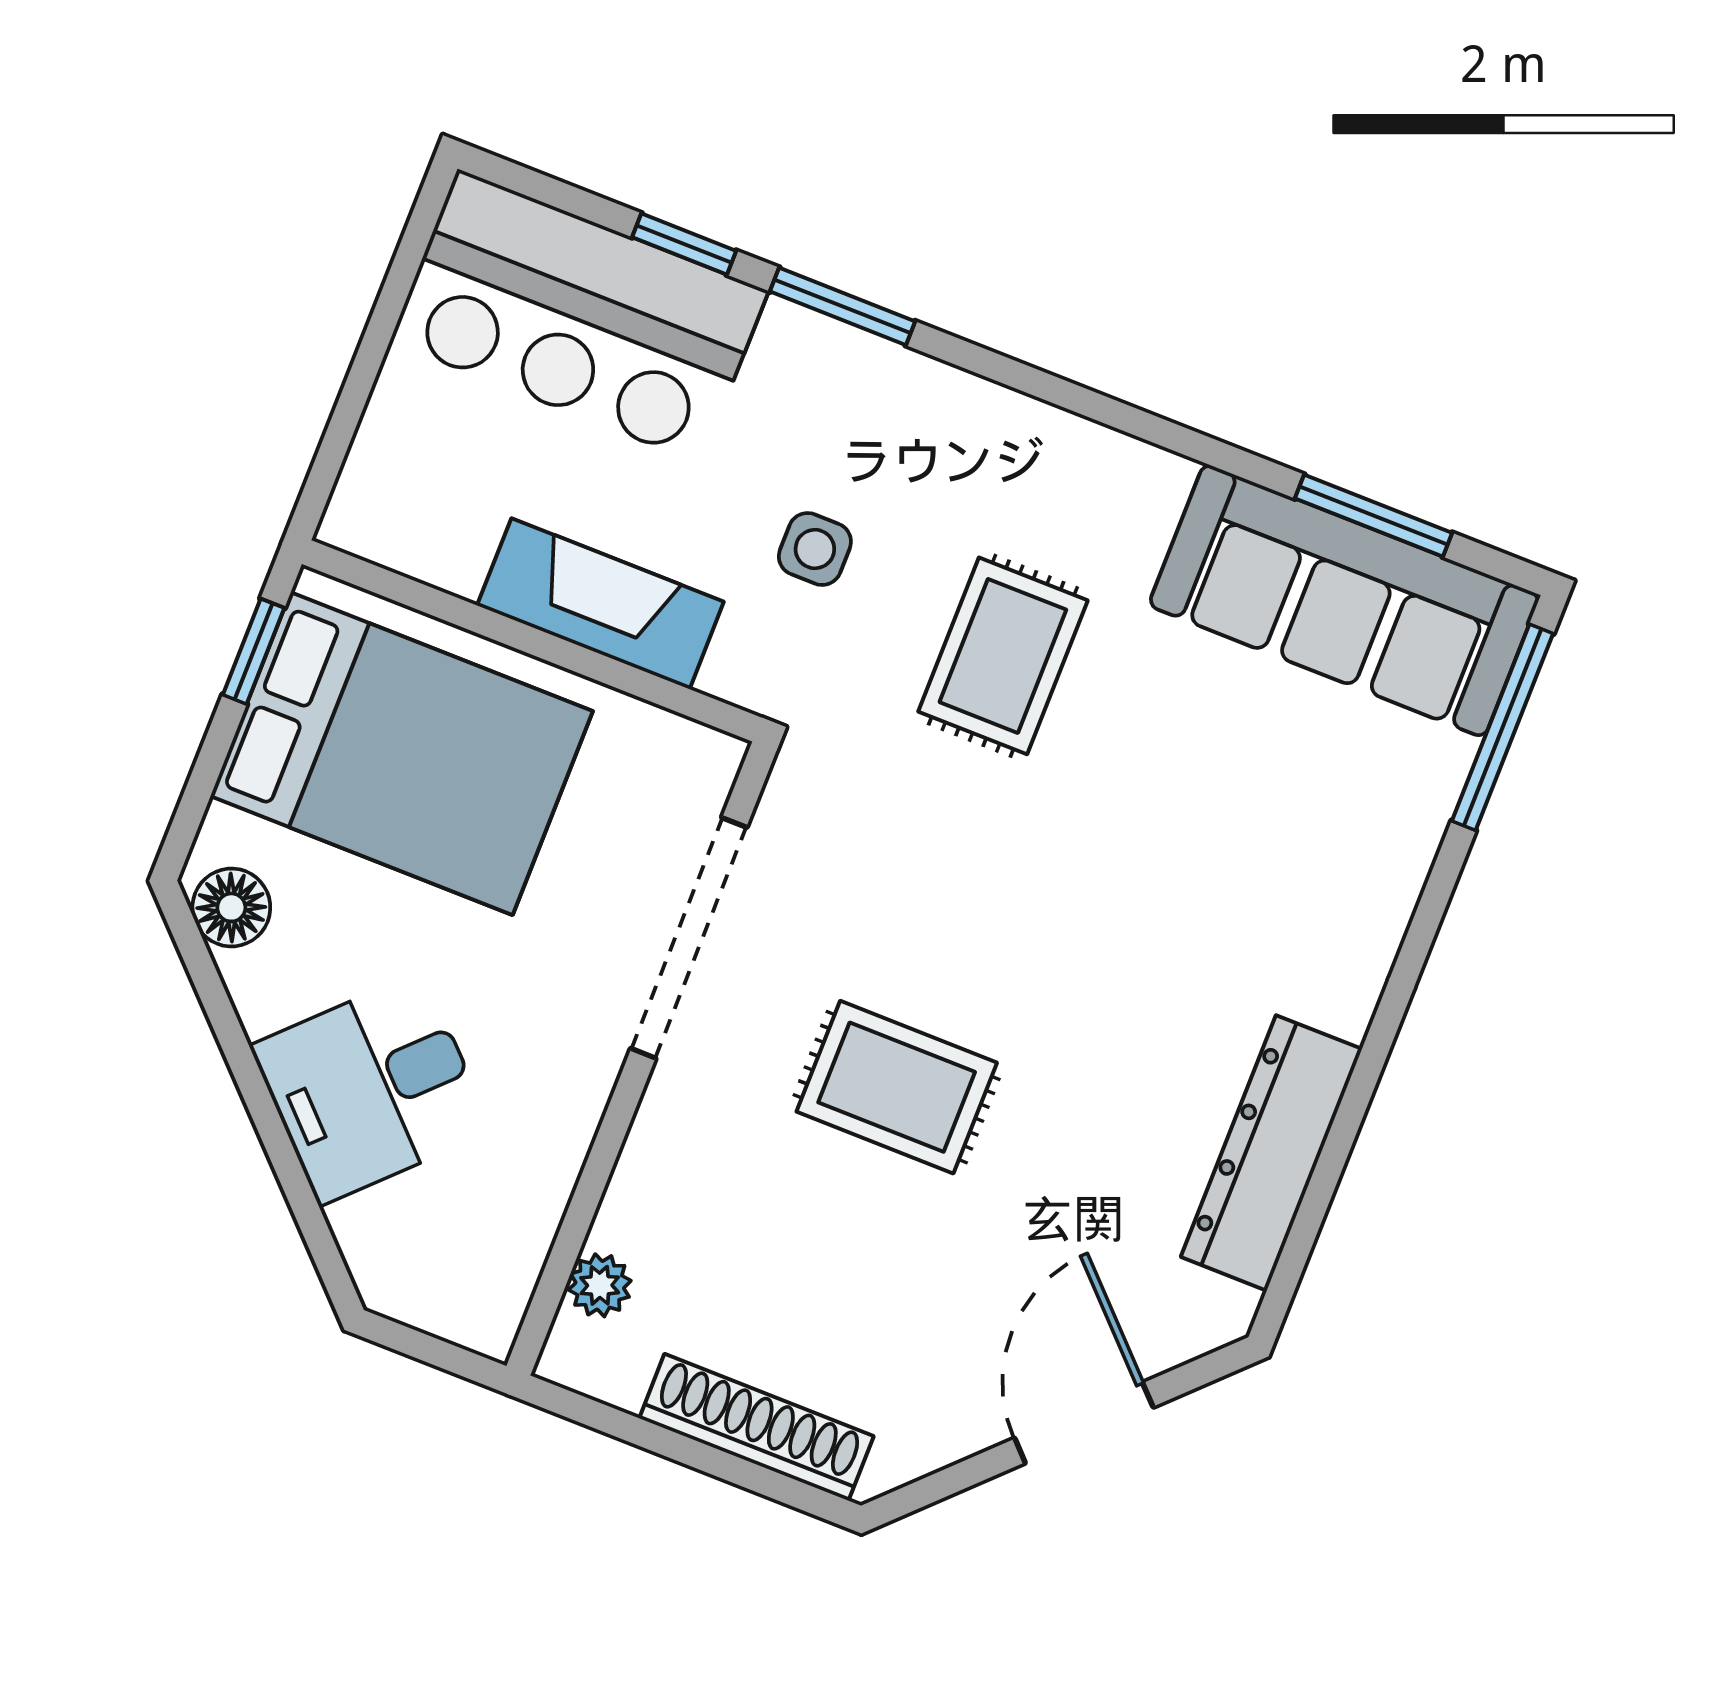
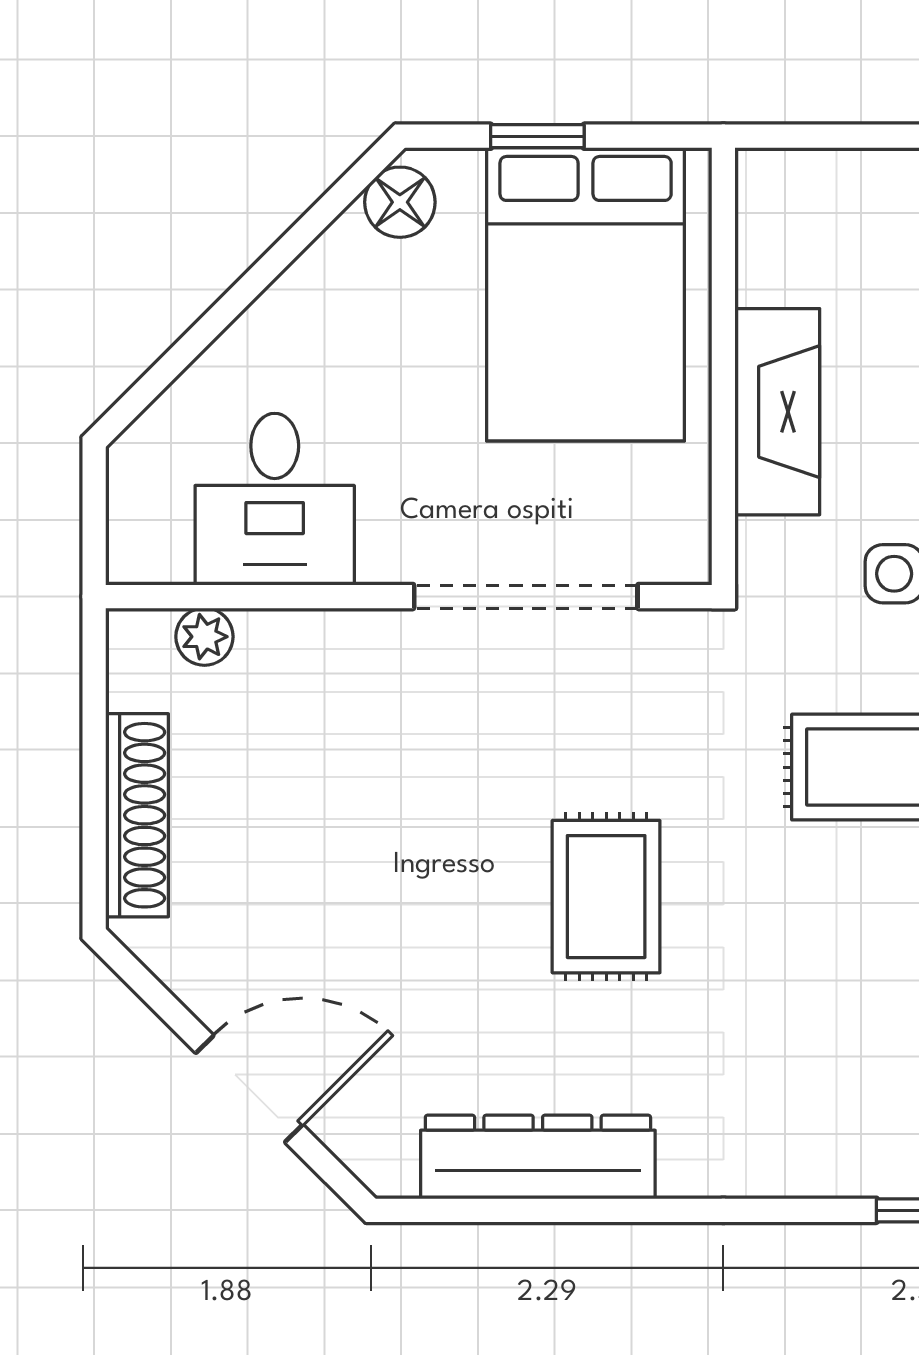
window: (254, 651) -> (537, 136), moved
rug: (897, 1087) -> (606, 897), moved
desk: (371, 1088) -> (275, 499), moved, turned -135

